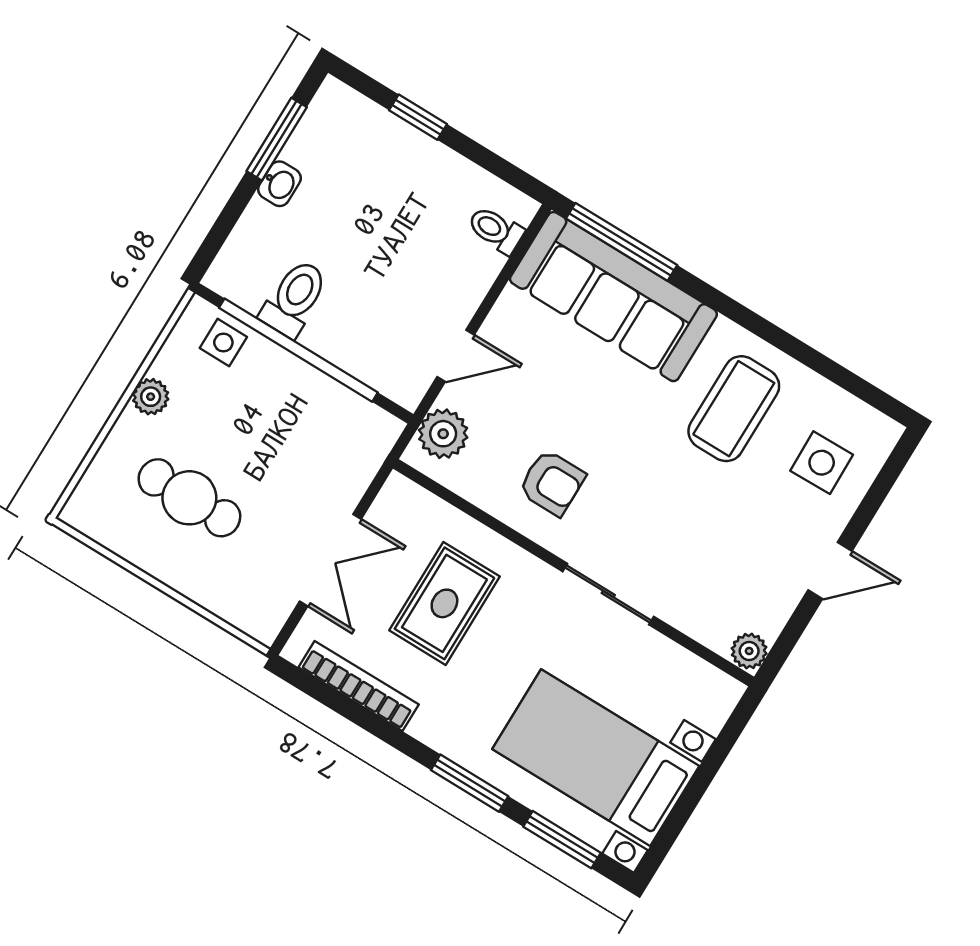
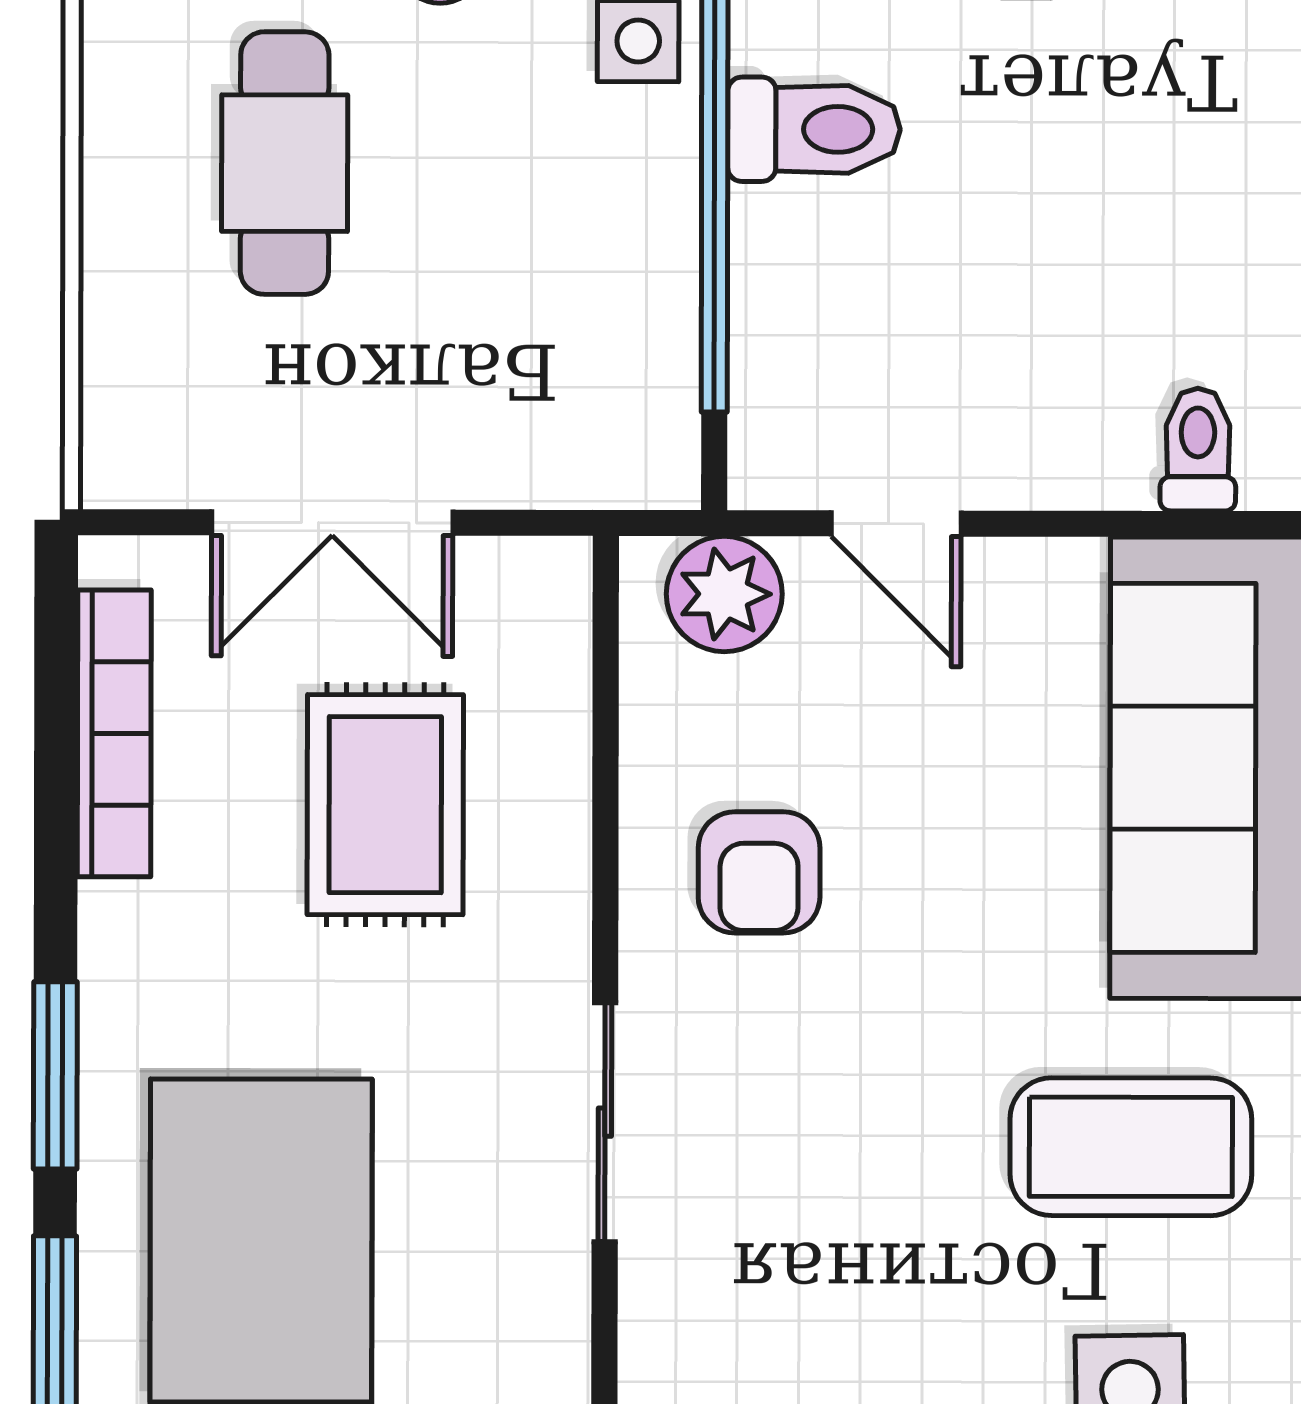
rug: (444, 603) -> (385, 805), turned 90

